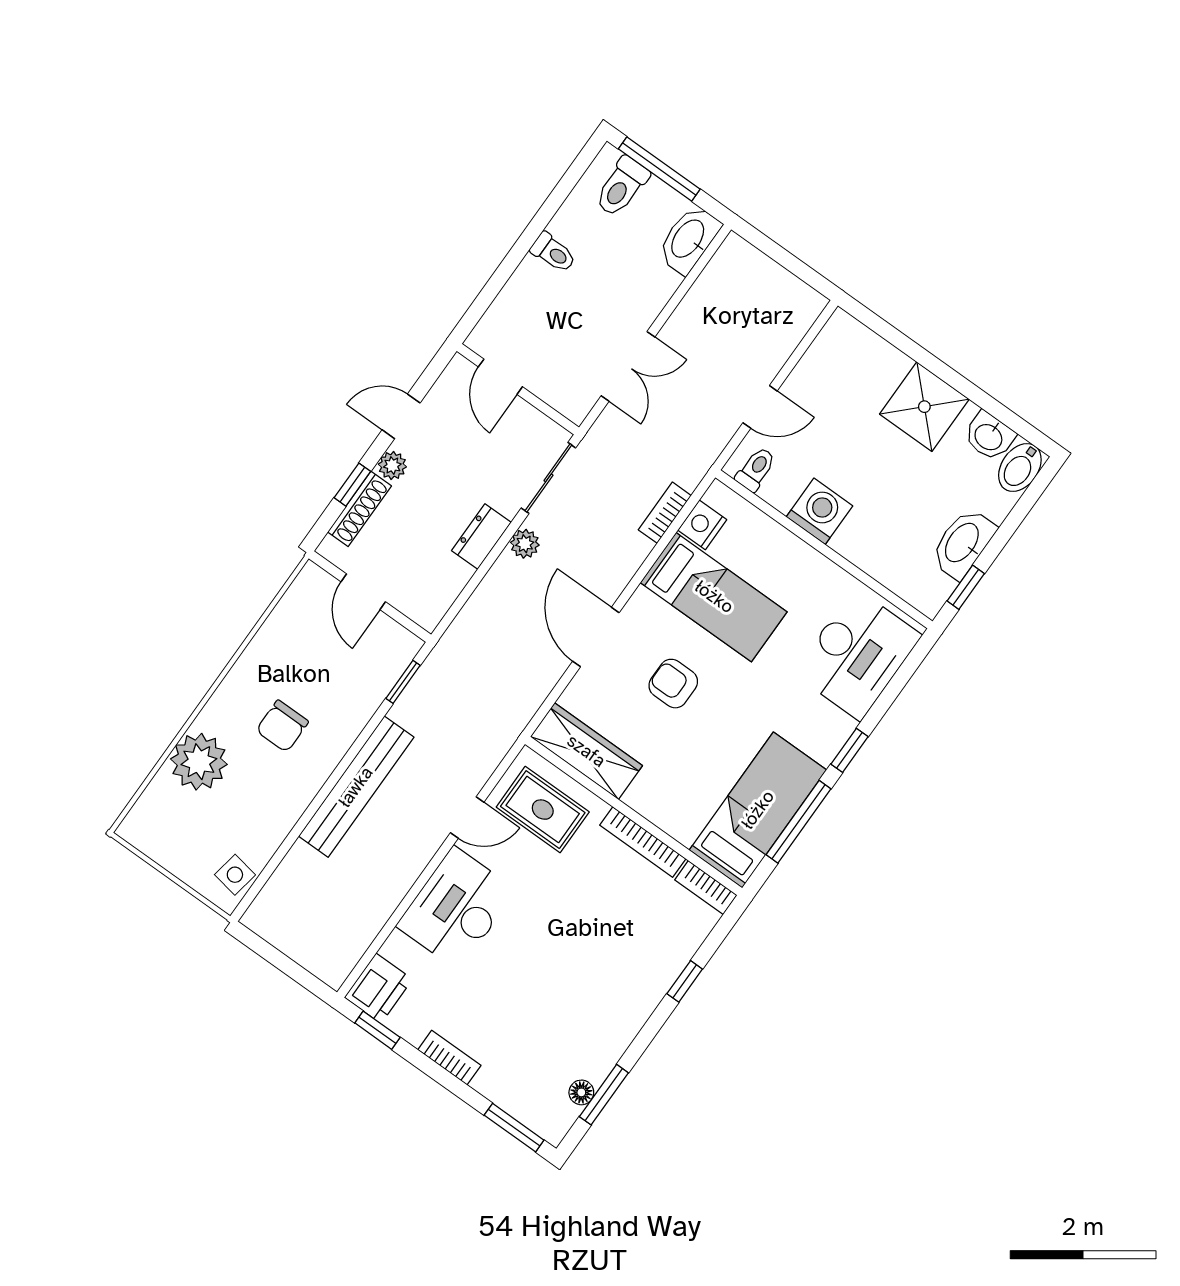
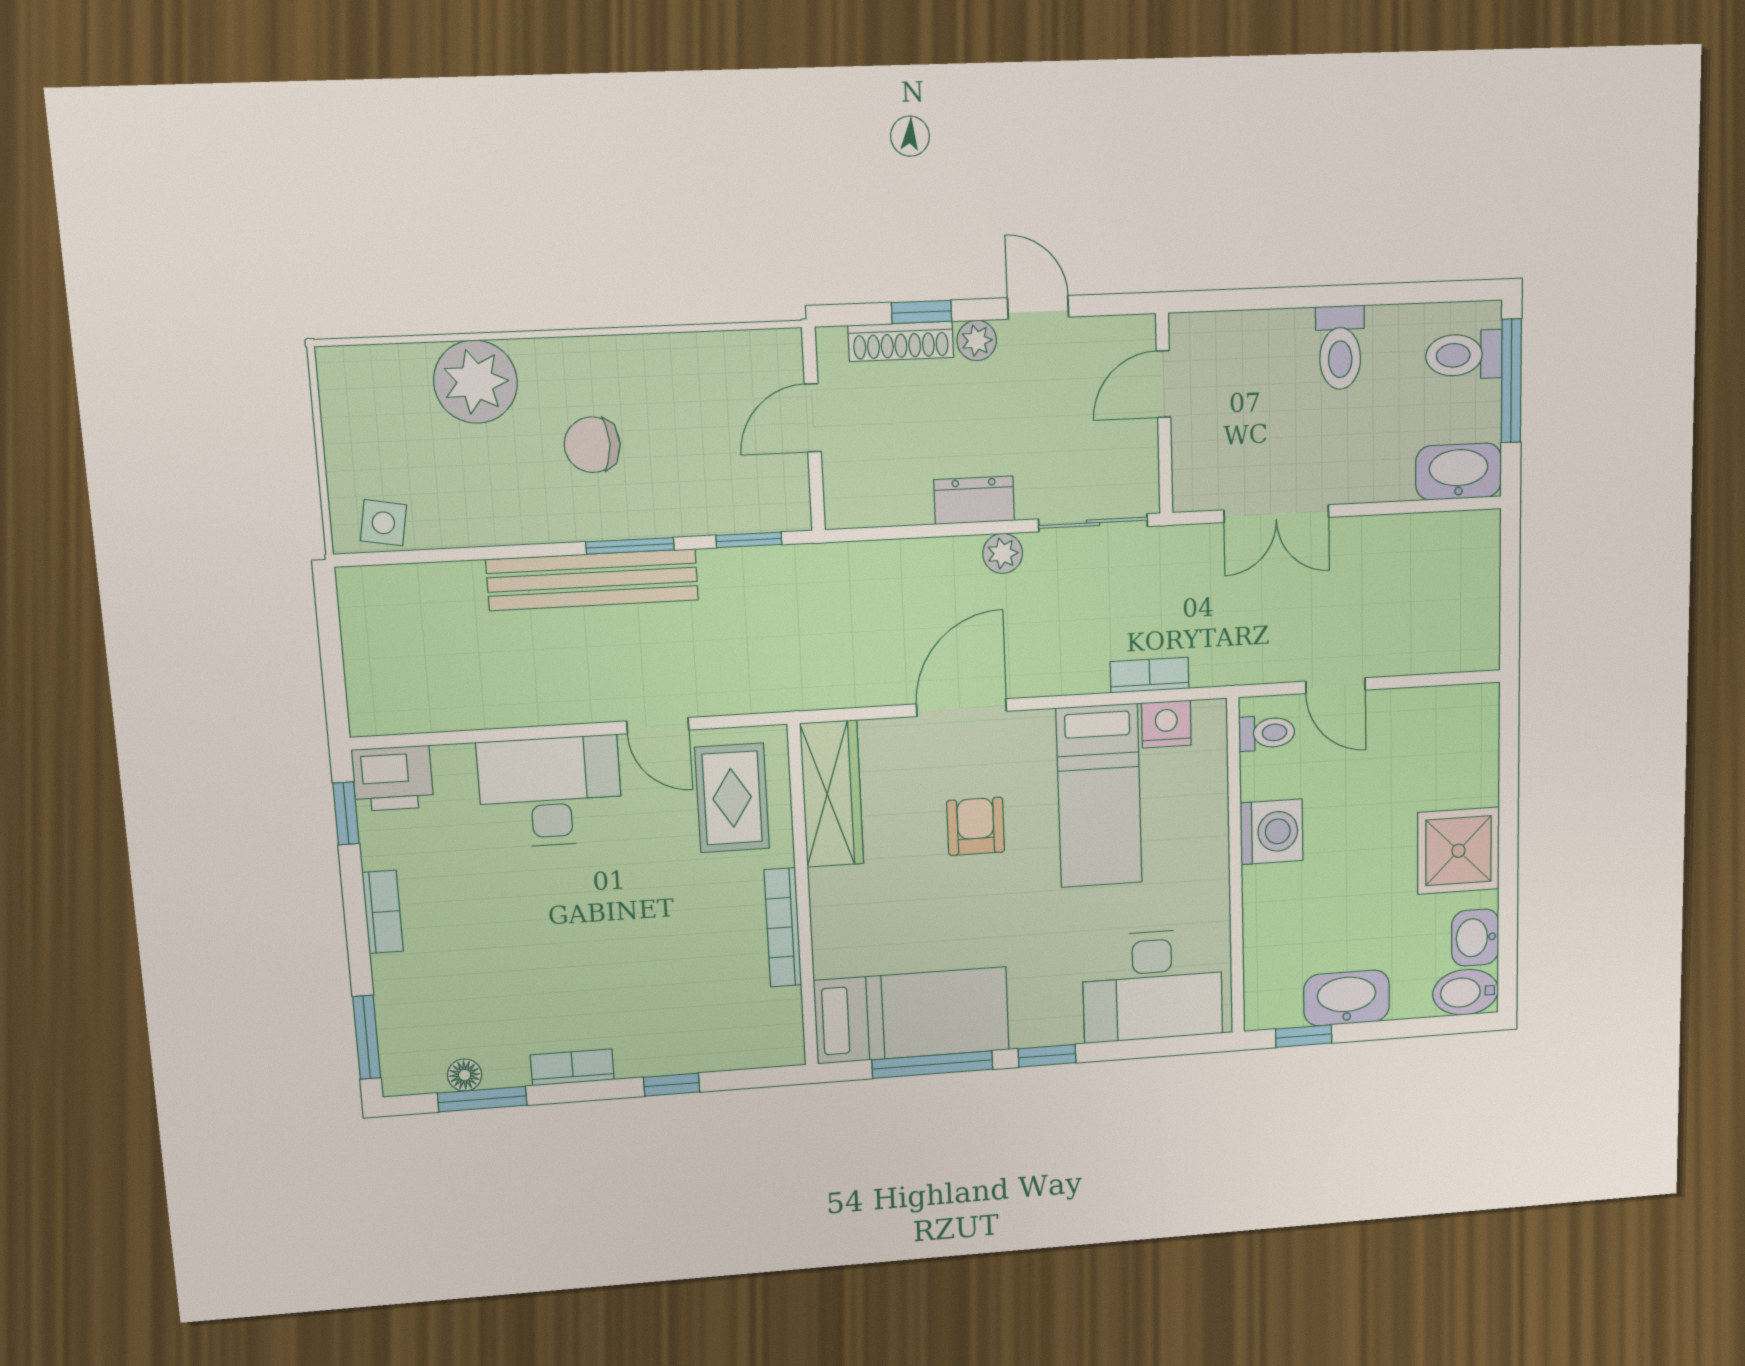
toilet: (553, 253) -> (1340, 348), width x1.37, depth x1.39
window: (354, 751) -> (630, 546), added
bookcase: (706, 888) -> (572, 1067), moved, turned 90

